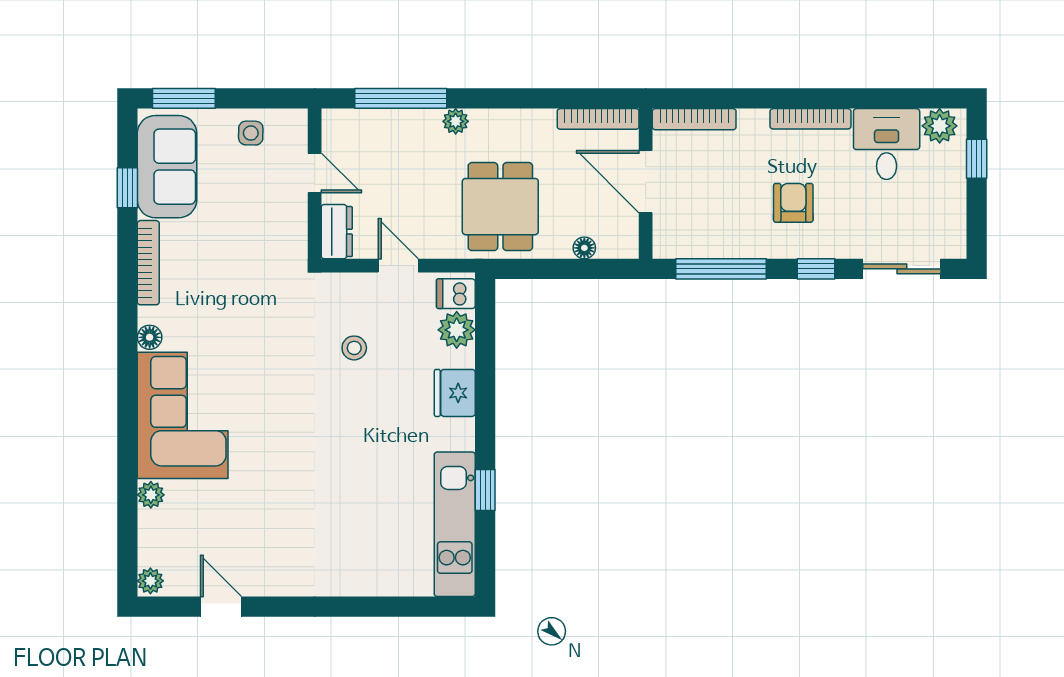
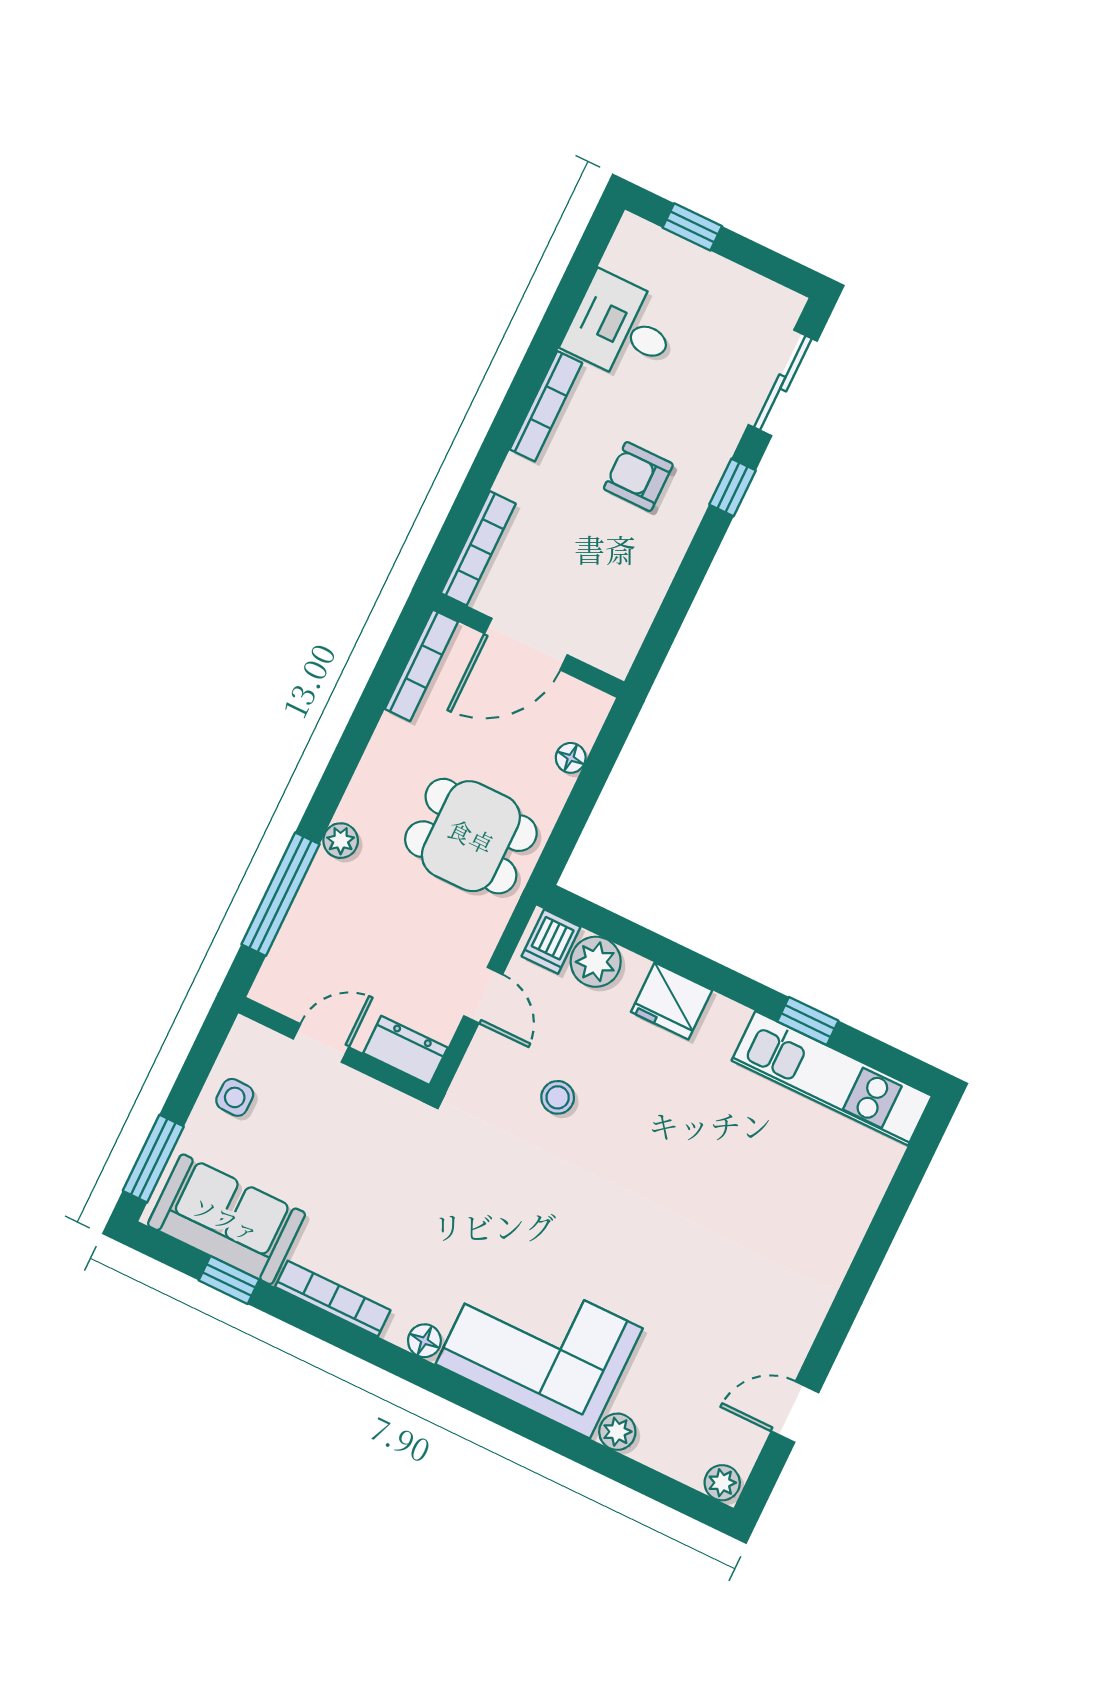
plant: (940, 126) -> (630, 253), removed
door: (398, 266) -> (483, 995), swing flipped
window: (721, 269) -> (677, 603), removed

